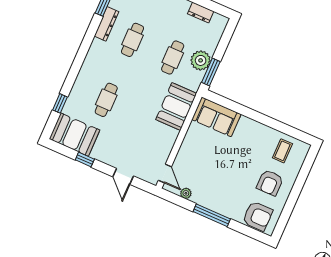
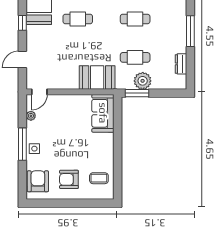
side table: (222, 205) -> (34, 149), added
armchair: (258, 216) -> (38, 181), turned 180

